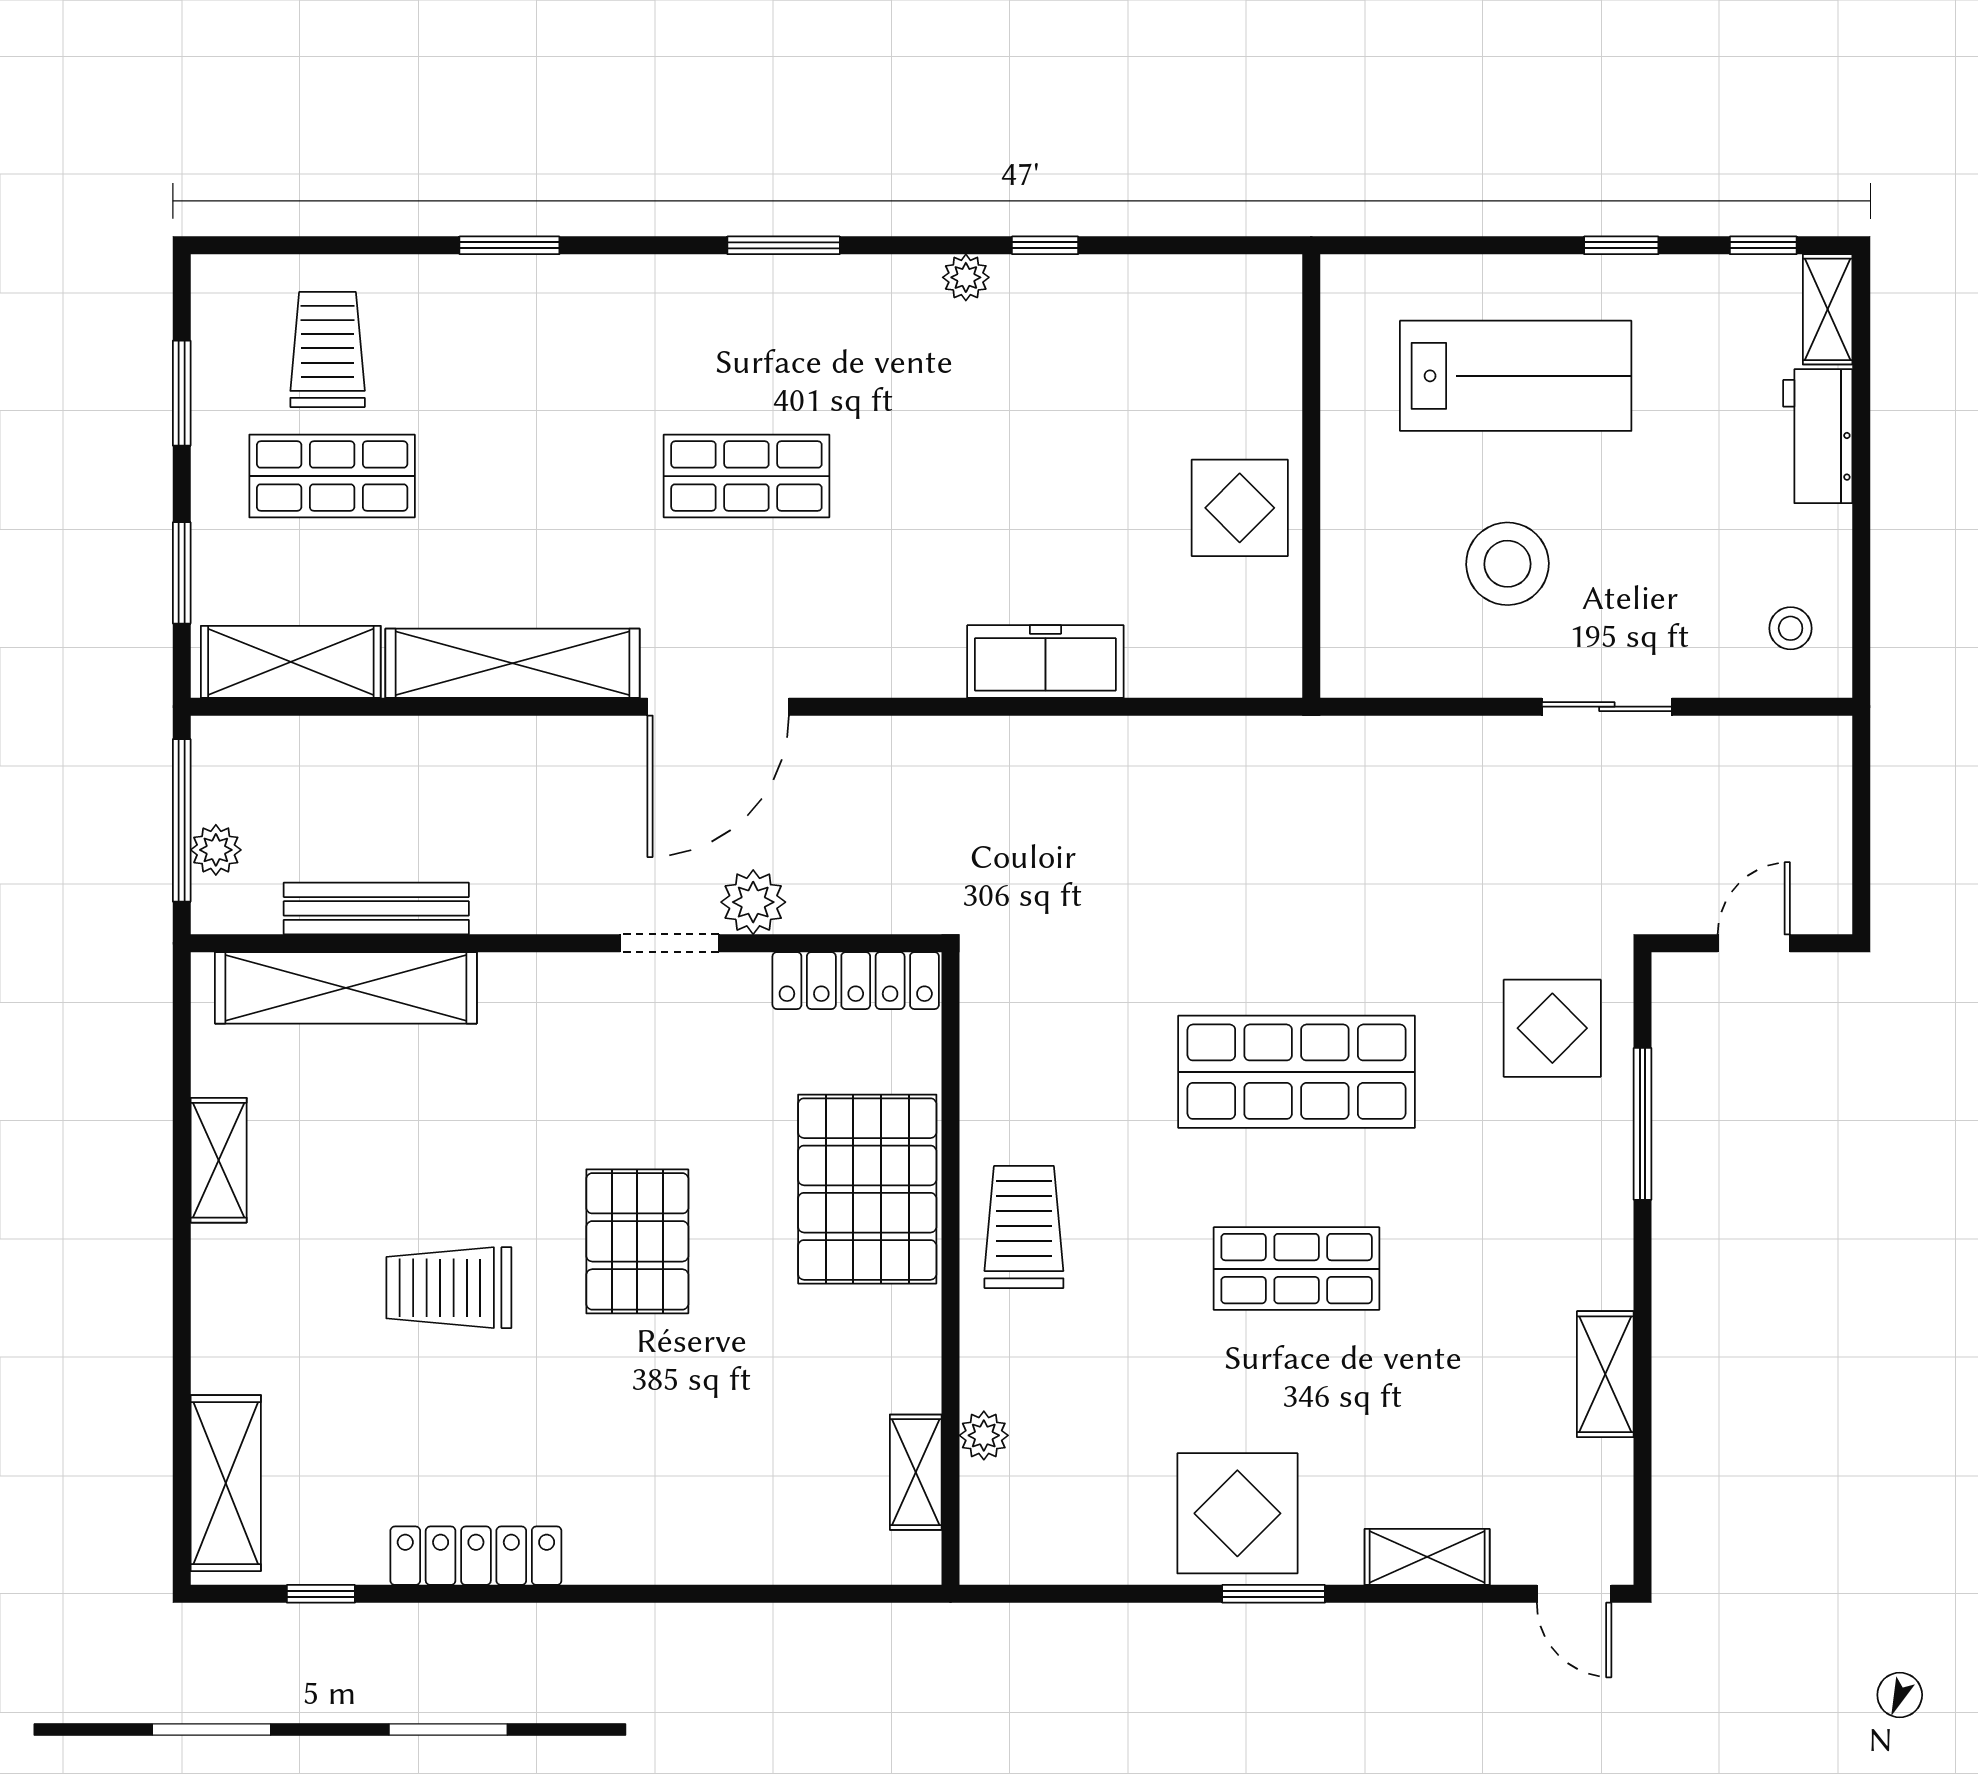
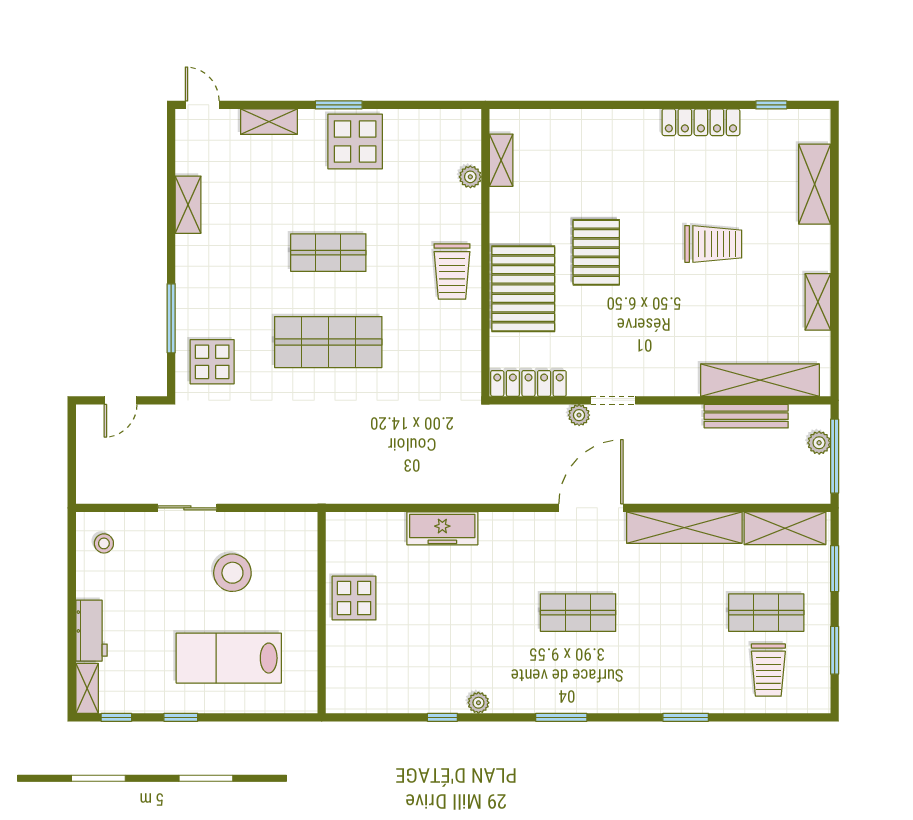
plant: (753, 902) -> (579, 415), width x0.73, depth x0.73
pallet: (637, 1241) -> (596, 252), moved
shelving: (226, 1483) -> (815, 184), moved

